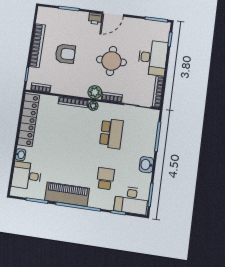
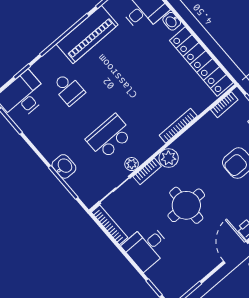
desk: (153, 58) -> (146, 247), width x0.73
plant: (93, 106) -> (132, 164), moved
school desk: (111, 134) -> (109, 137), turned 90
washbasin: (146, 165) -> (64, 166), moved

